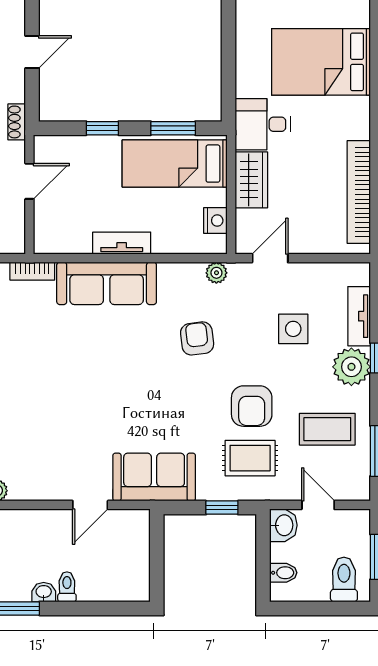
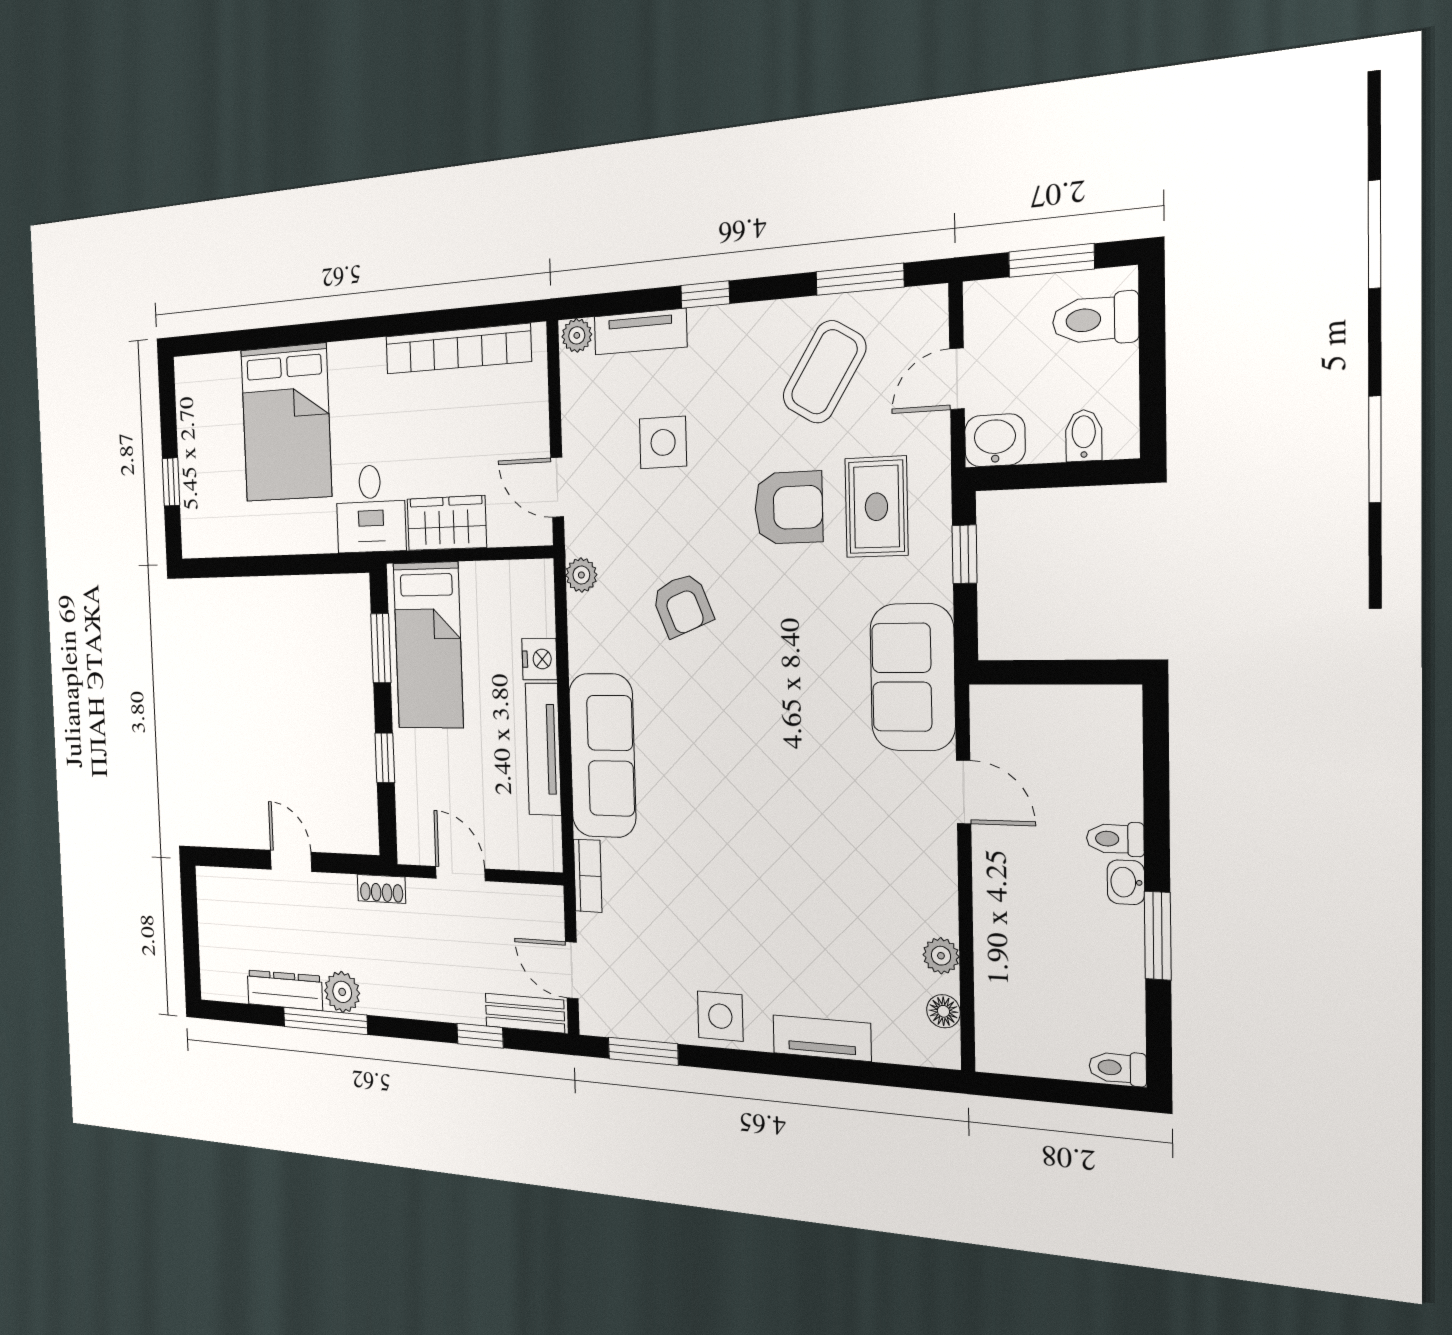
nightstand: (215, 221) -> (539, 659), moved, turned 90
tv unit: (122, 243) -> (543, 749), width x1.41
armchair: (197, 338) -> (682, 605), turned -105
plant: (351, 367) -> (577, 335), moved, width x0.53, depth x0.53
coffee table: (327, 429) -> (824, 372), turned 32

